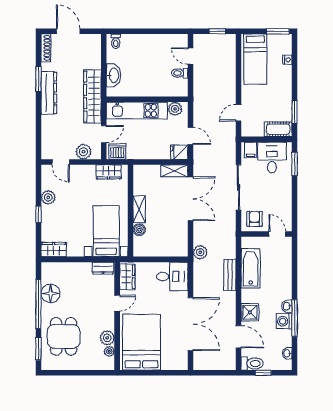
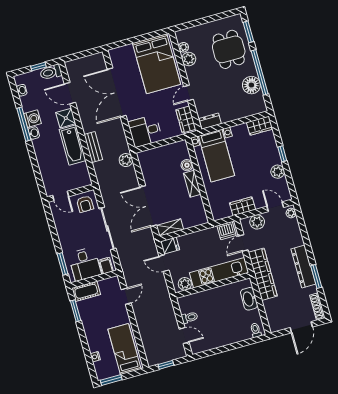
door: (68, 31) -> (301, 327), hinge flipped
plant: (46, 151) -> (291, 213), added
wardrobe: (109, 172) -> (243, 206), moved
bathtub: (251, 268) -> (73, 145), moved

